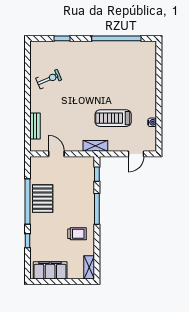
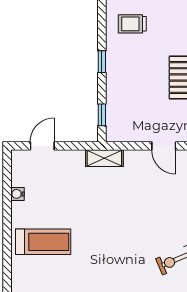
treadmill: (113, 118) -> (43, 242), moved
window: (97, 209) -> (102, 62), width x0.46

